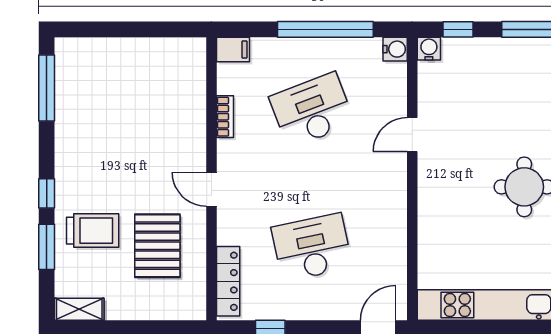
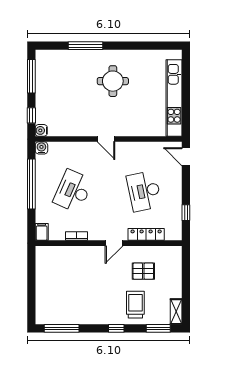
desk: (312, 110) -> (73, 191), turned 45
door: (412, 135) -> (106, 139), moved
pallet: (157, 246) -> (143, 271), width x0.67, depth x0.71
window: (47, 247) -> (158, 328), moved
locker: (228, 281) -> (146, 234), moved

